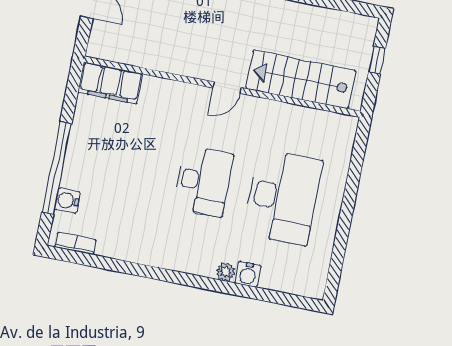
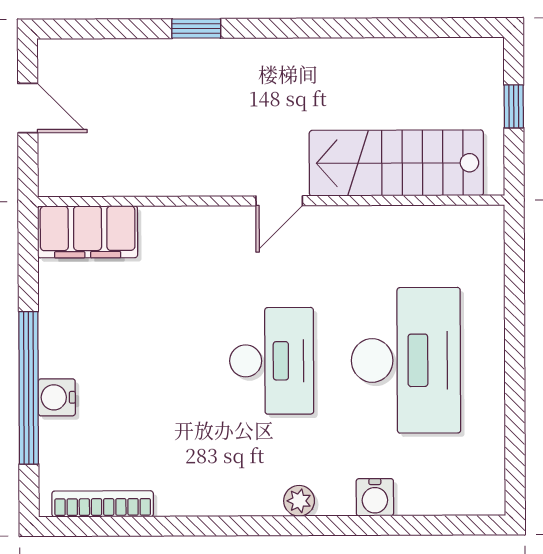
water cooler: (67, 201) -> (57, 397), moved
bookcase: (76, 243) -> (103, 504), width x1.56
plant: (226, 272) -> (299, 501), moved

